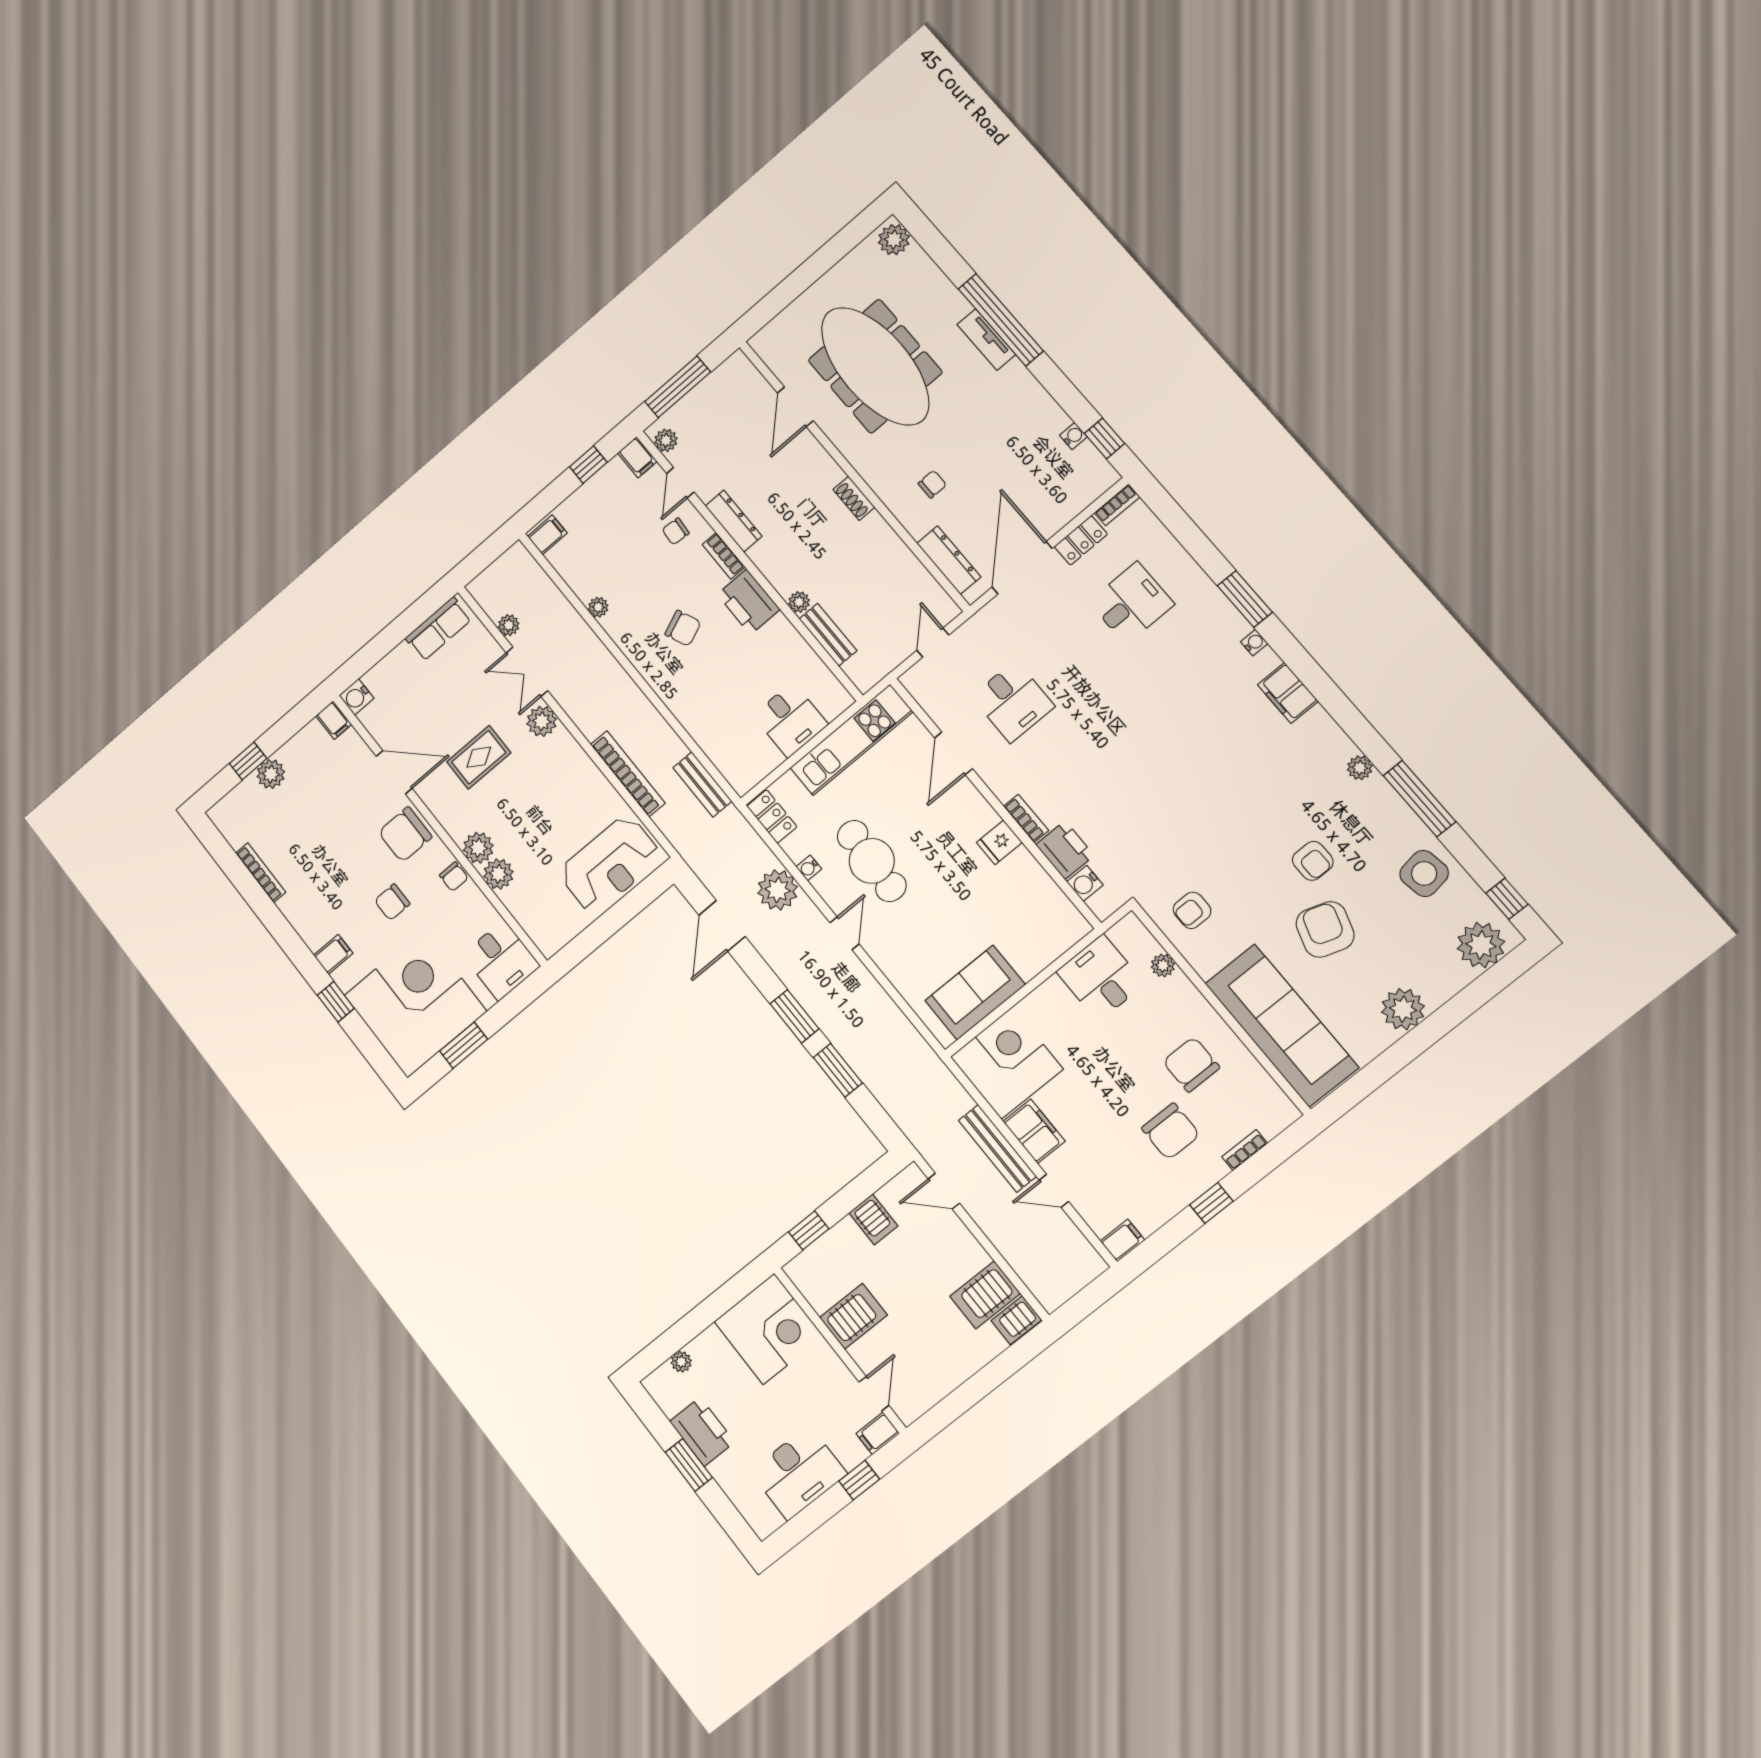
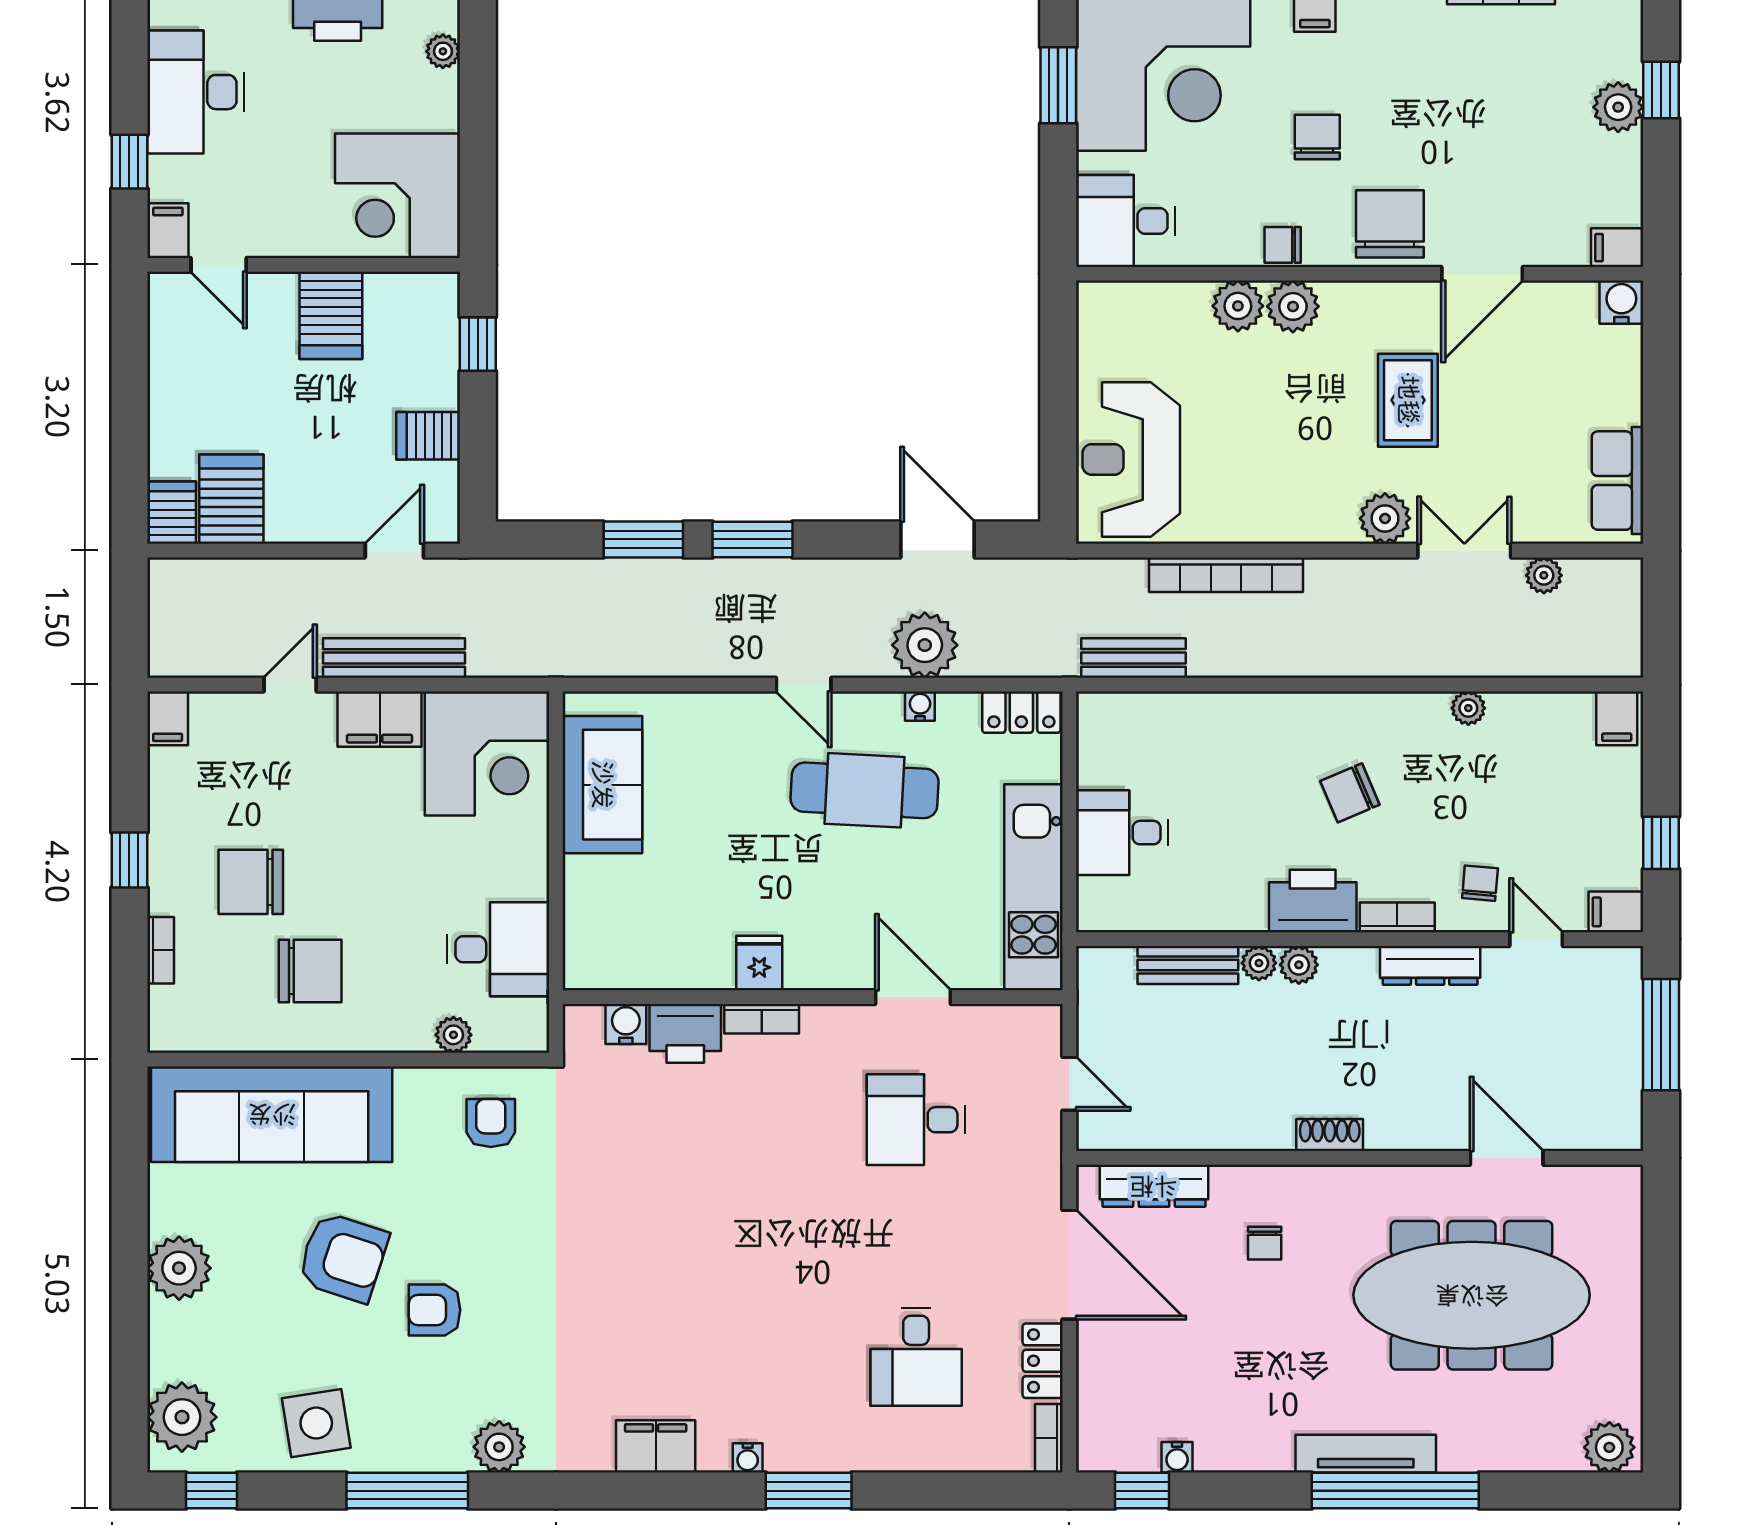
tv unit: (986, 340) -> (1366, 1454), width x1.41
plant: (666, 440) -> (1299, 965), moved
plant: (1360, 768) -> (499, 1447), width x1.38, depth x1.38

